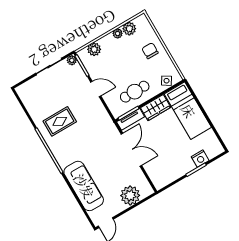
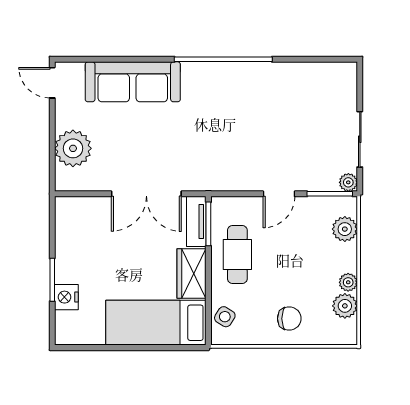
rug: (60, 121) -> (261, 104), removed

